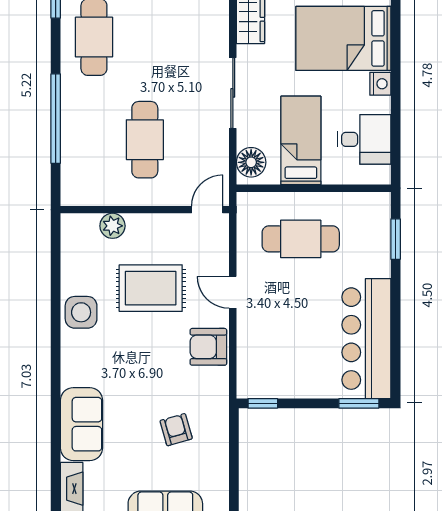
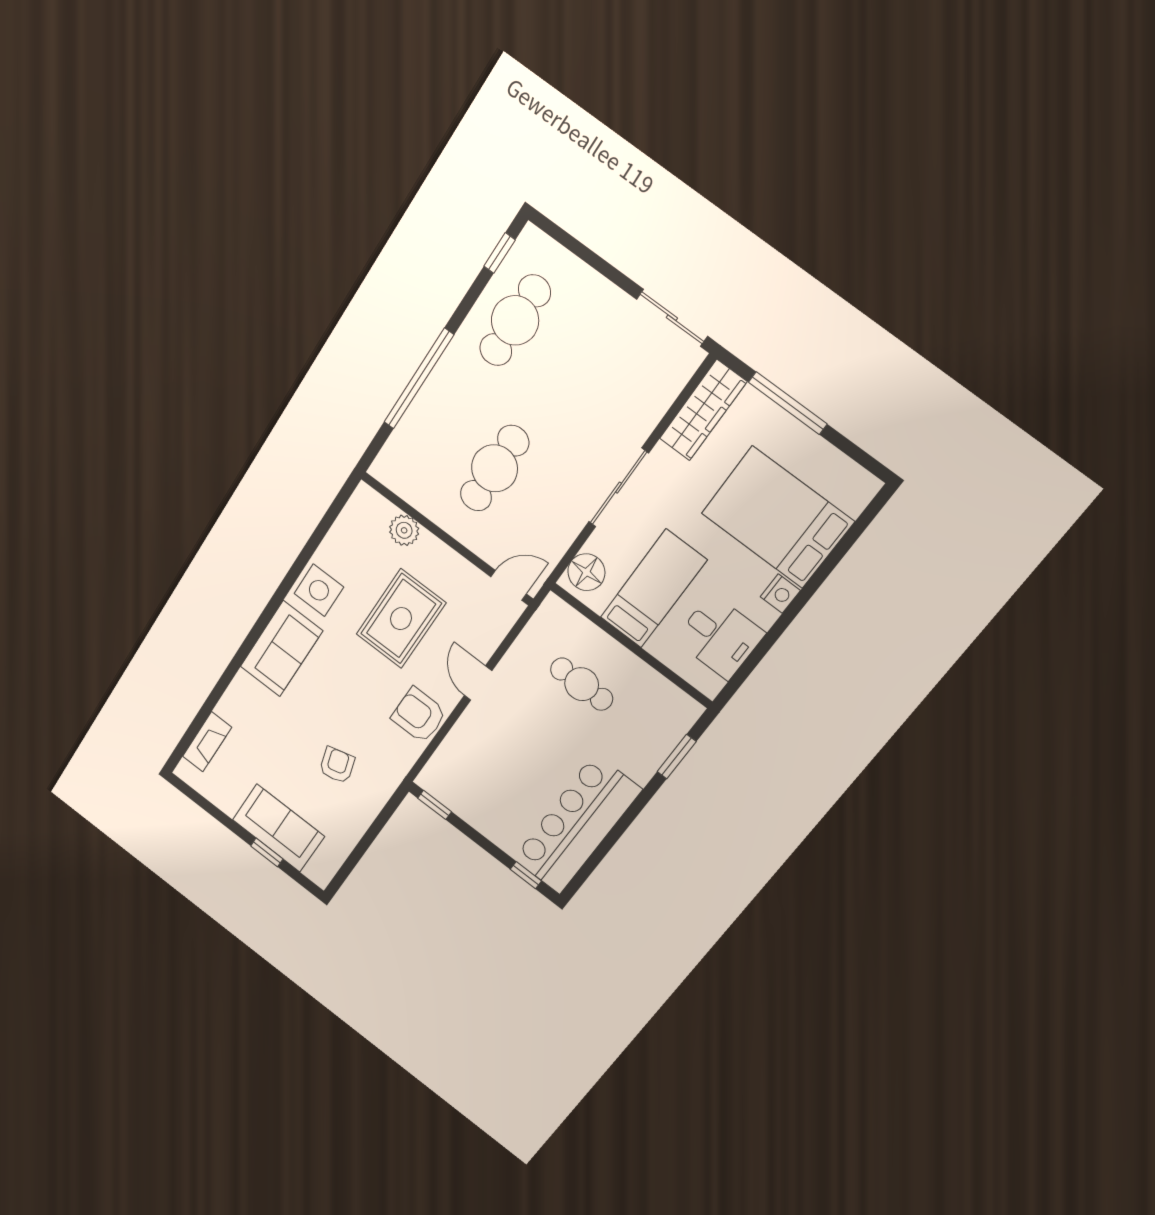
cafe table: (301, 239) -> (582, 684), width x0.73, depth x0.74
rug: (151, 288) -> (401, 619), turned 90
window: (359, 403) -> (526, 875), width x0.67
sofa: (82, 424) -> (281, 649), moved

